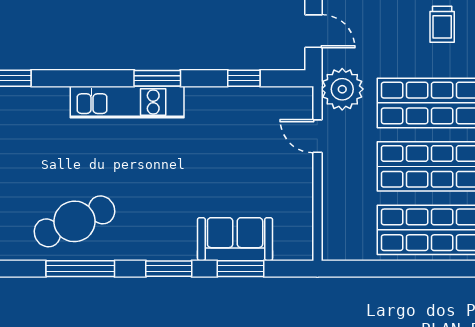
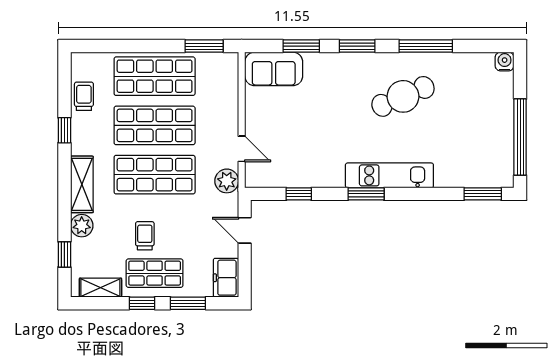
plant: (342, 89) -> (227, 181), width x0.73, depth x0.73
cafe table: (74, 221) -> (403, 96), moved
sofa: (235, 239) -> (274, 69), moved
window: (366, 269) -> (204, 46), added

